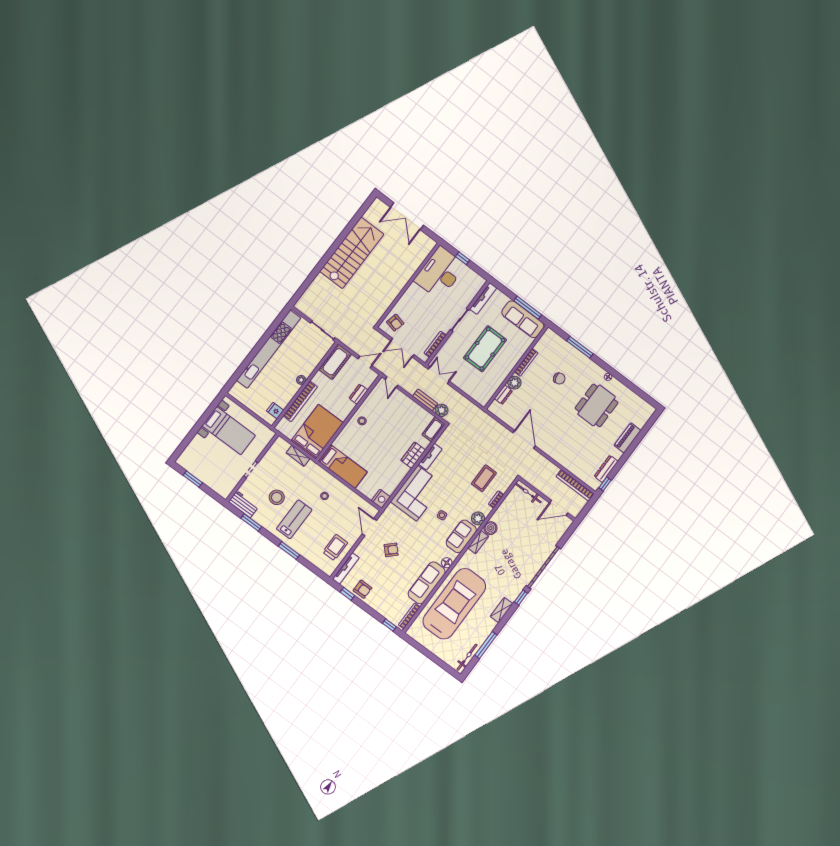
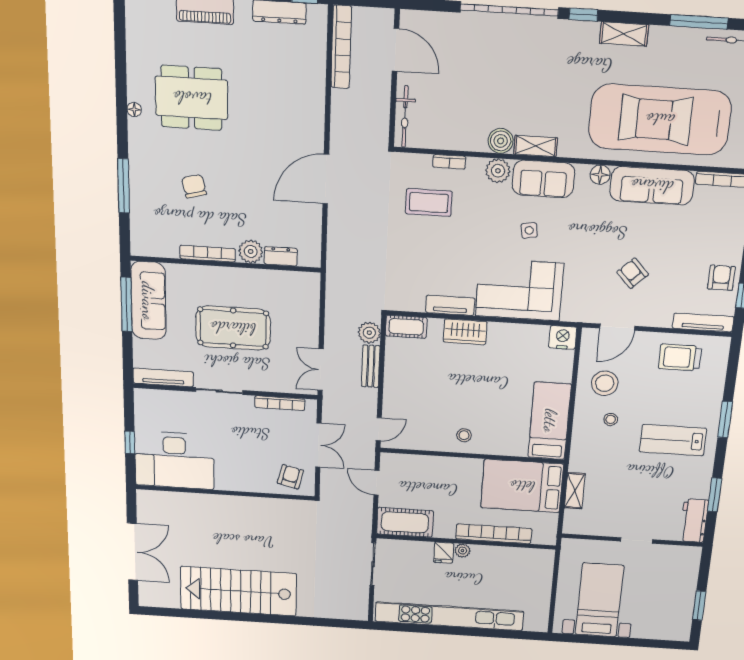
dresser: (358, 394) -> (429, 464), removed
fridge: (275, 411) -> (444, 553), moved
stool: (277, 497) -> (605, 383), moved

